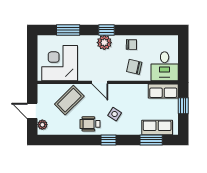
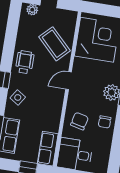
side table: (115, 114) -> (18, 97), moved

